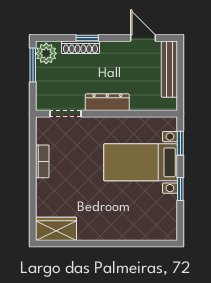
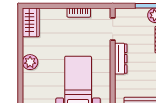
plant: (112, 230) -> (30, 62), added

